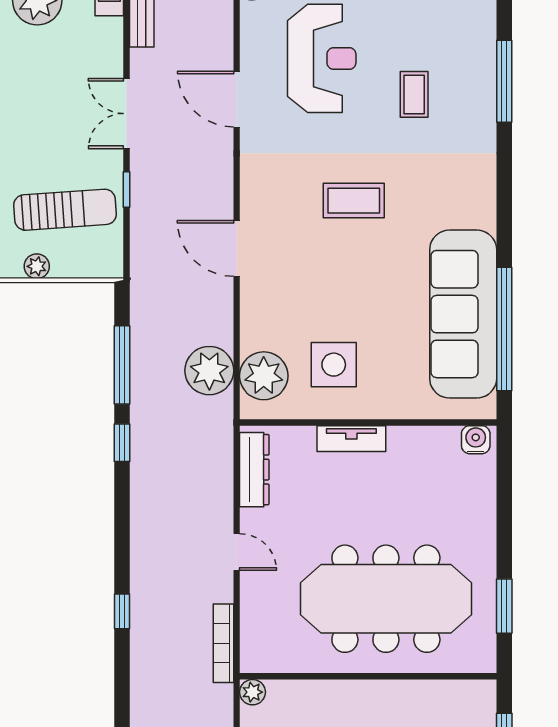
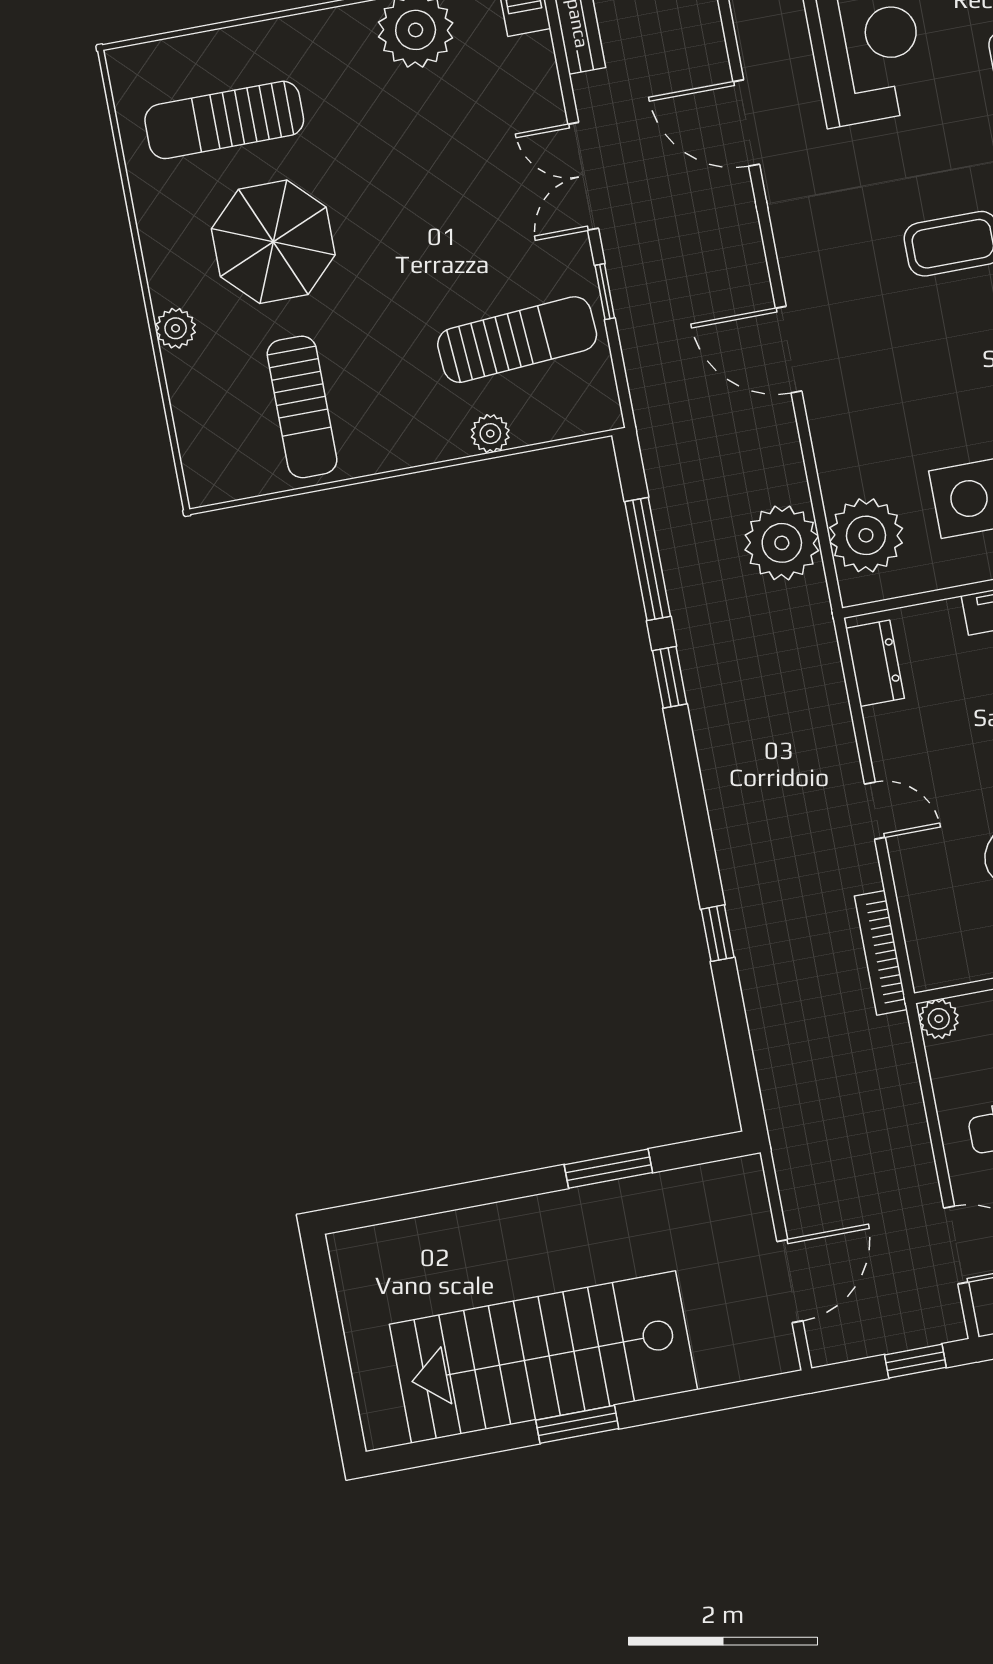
dresser: (254, 470) -> (875, 663), width x0.70

